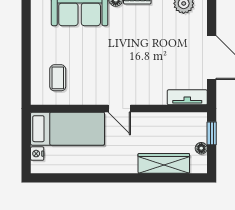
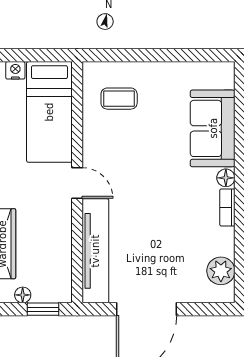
tv unit: (187, 97) -> (95, 251), width x1.92, depth x1.29
door: (119, 108) -> (77, 183), swing flipped

